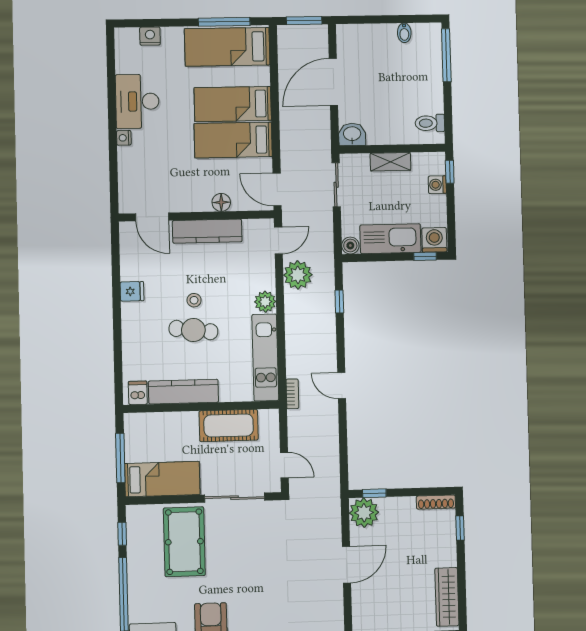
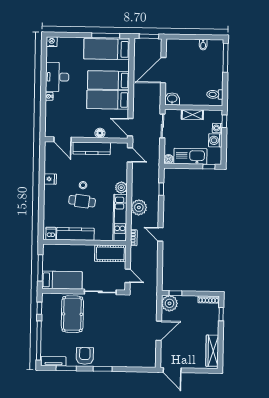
nightstand: (150, 36) -> (52, 42), moved
door: (278, 240) -> (130, 155), hinge flipped
washing machine: (434, 240) -> (215, 140), moved, turned -90
plant: (298, 275) -> (139, 207), moved
cot: (229, 425) -> (110, 253), moved

